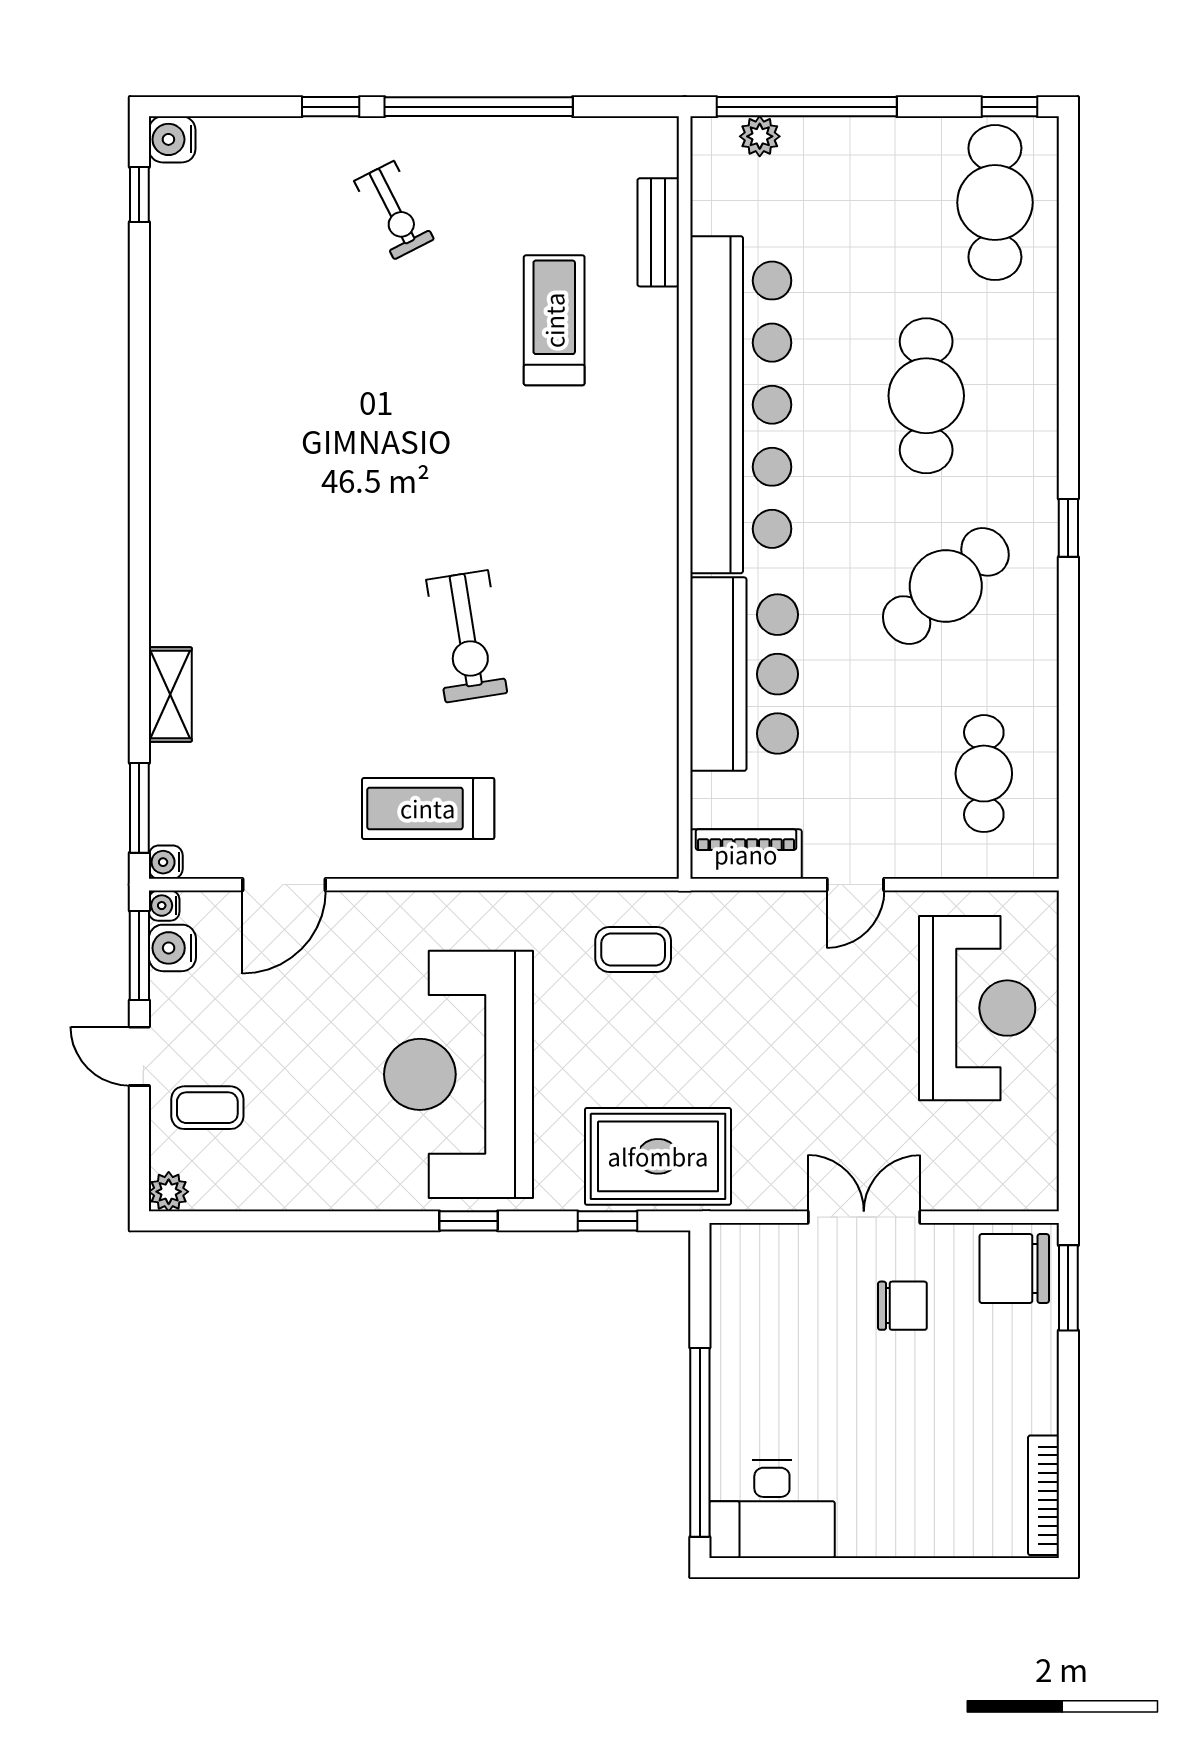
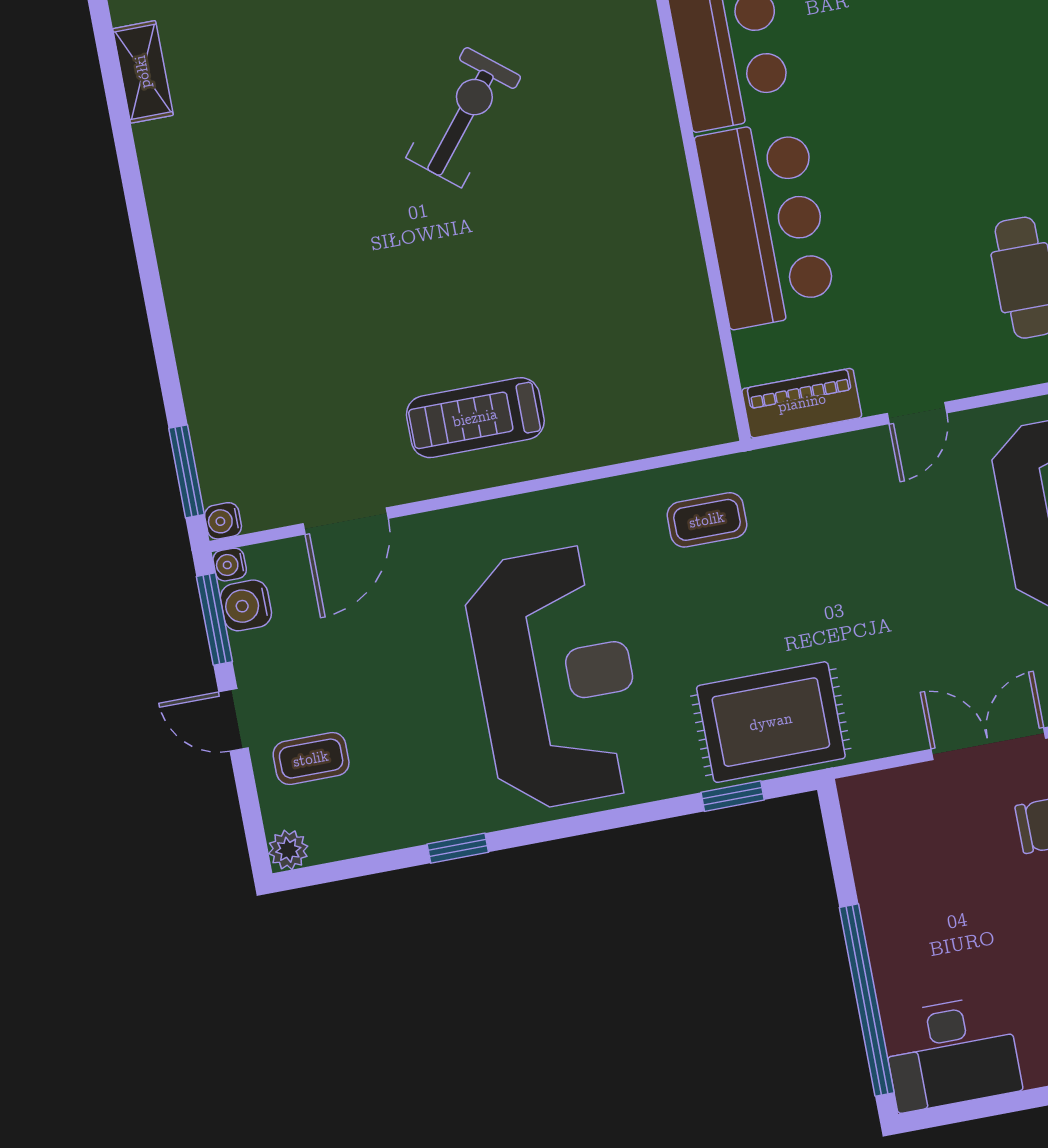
cafe table: (946, 586) -> (951, 97), removed
exercise bike: (467, 636) -> (464, 117), moved, turned -132
shelving: (170, 694) -> (143, 72), moved
reception desk: (459, 1074) -> (556, 678), turned 180
window: (468, 1221) -> (458, 848), moved

